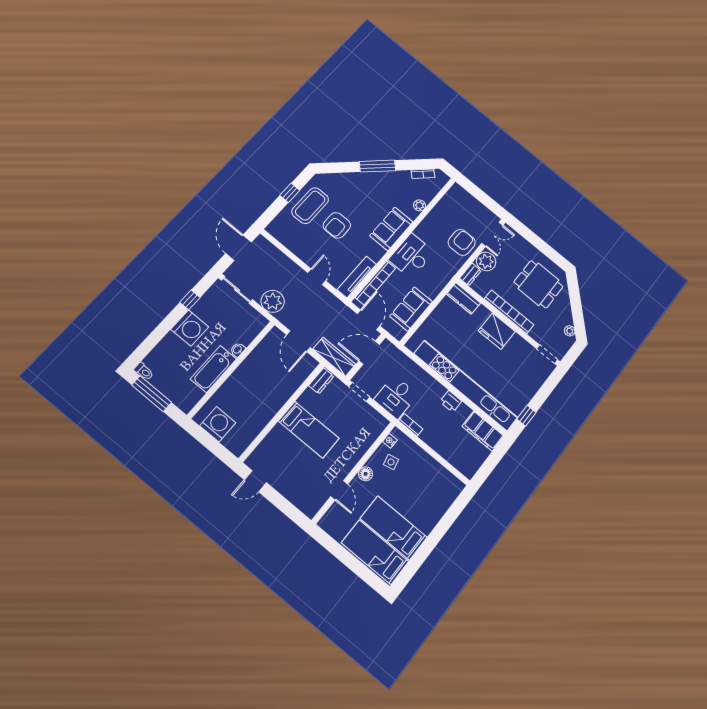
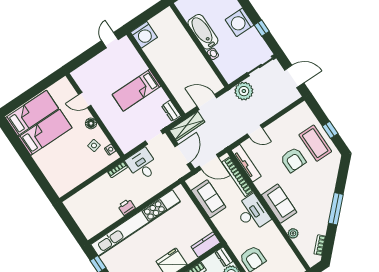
armchair: (337, 225) -> (293, 160), turned 180
washing machine: (218, 424) -> (144, 35), moved
filing cabinet: (483, 431) -> (96, 225), removed

